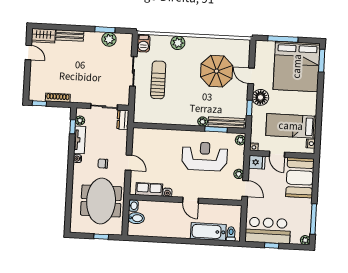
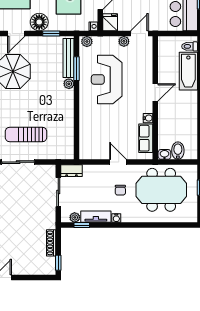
door: (129, 163) -> (118, 162), hinge flipped

